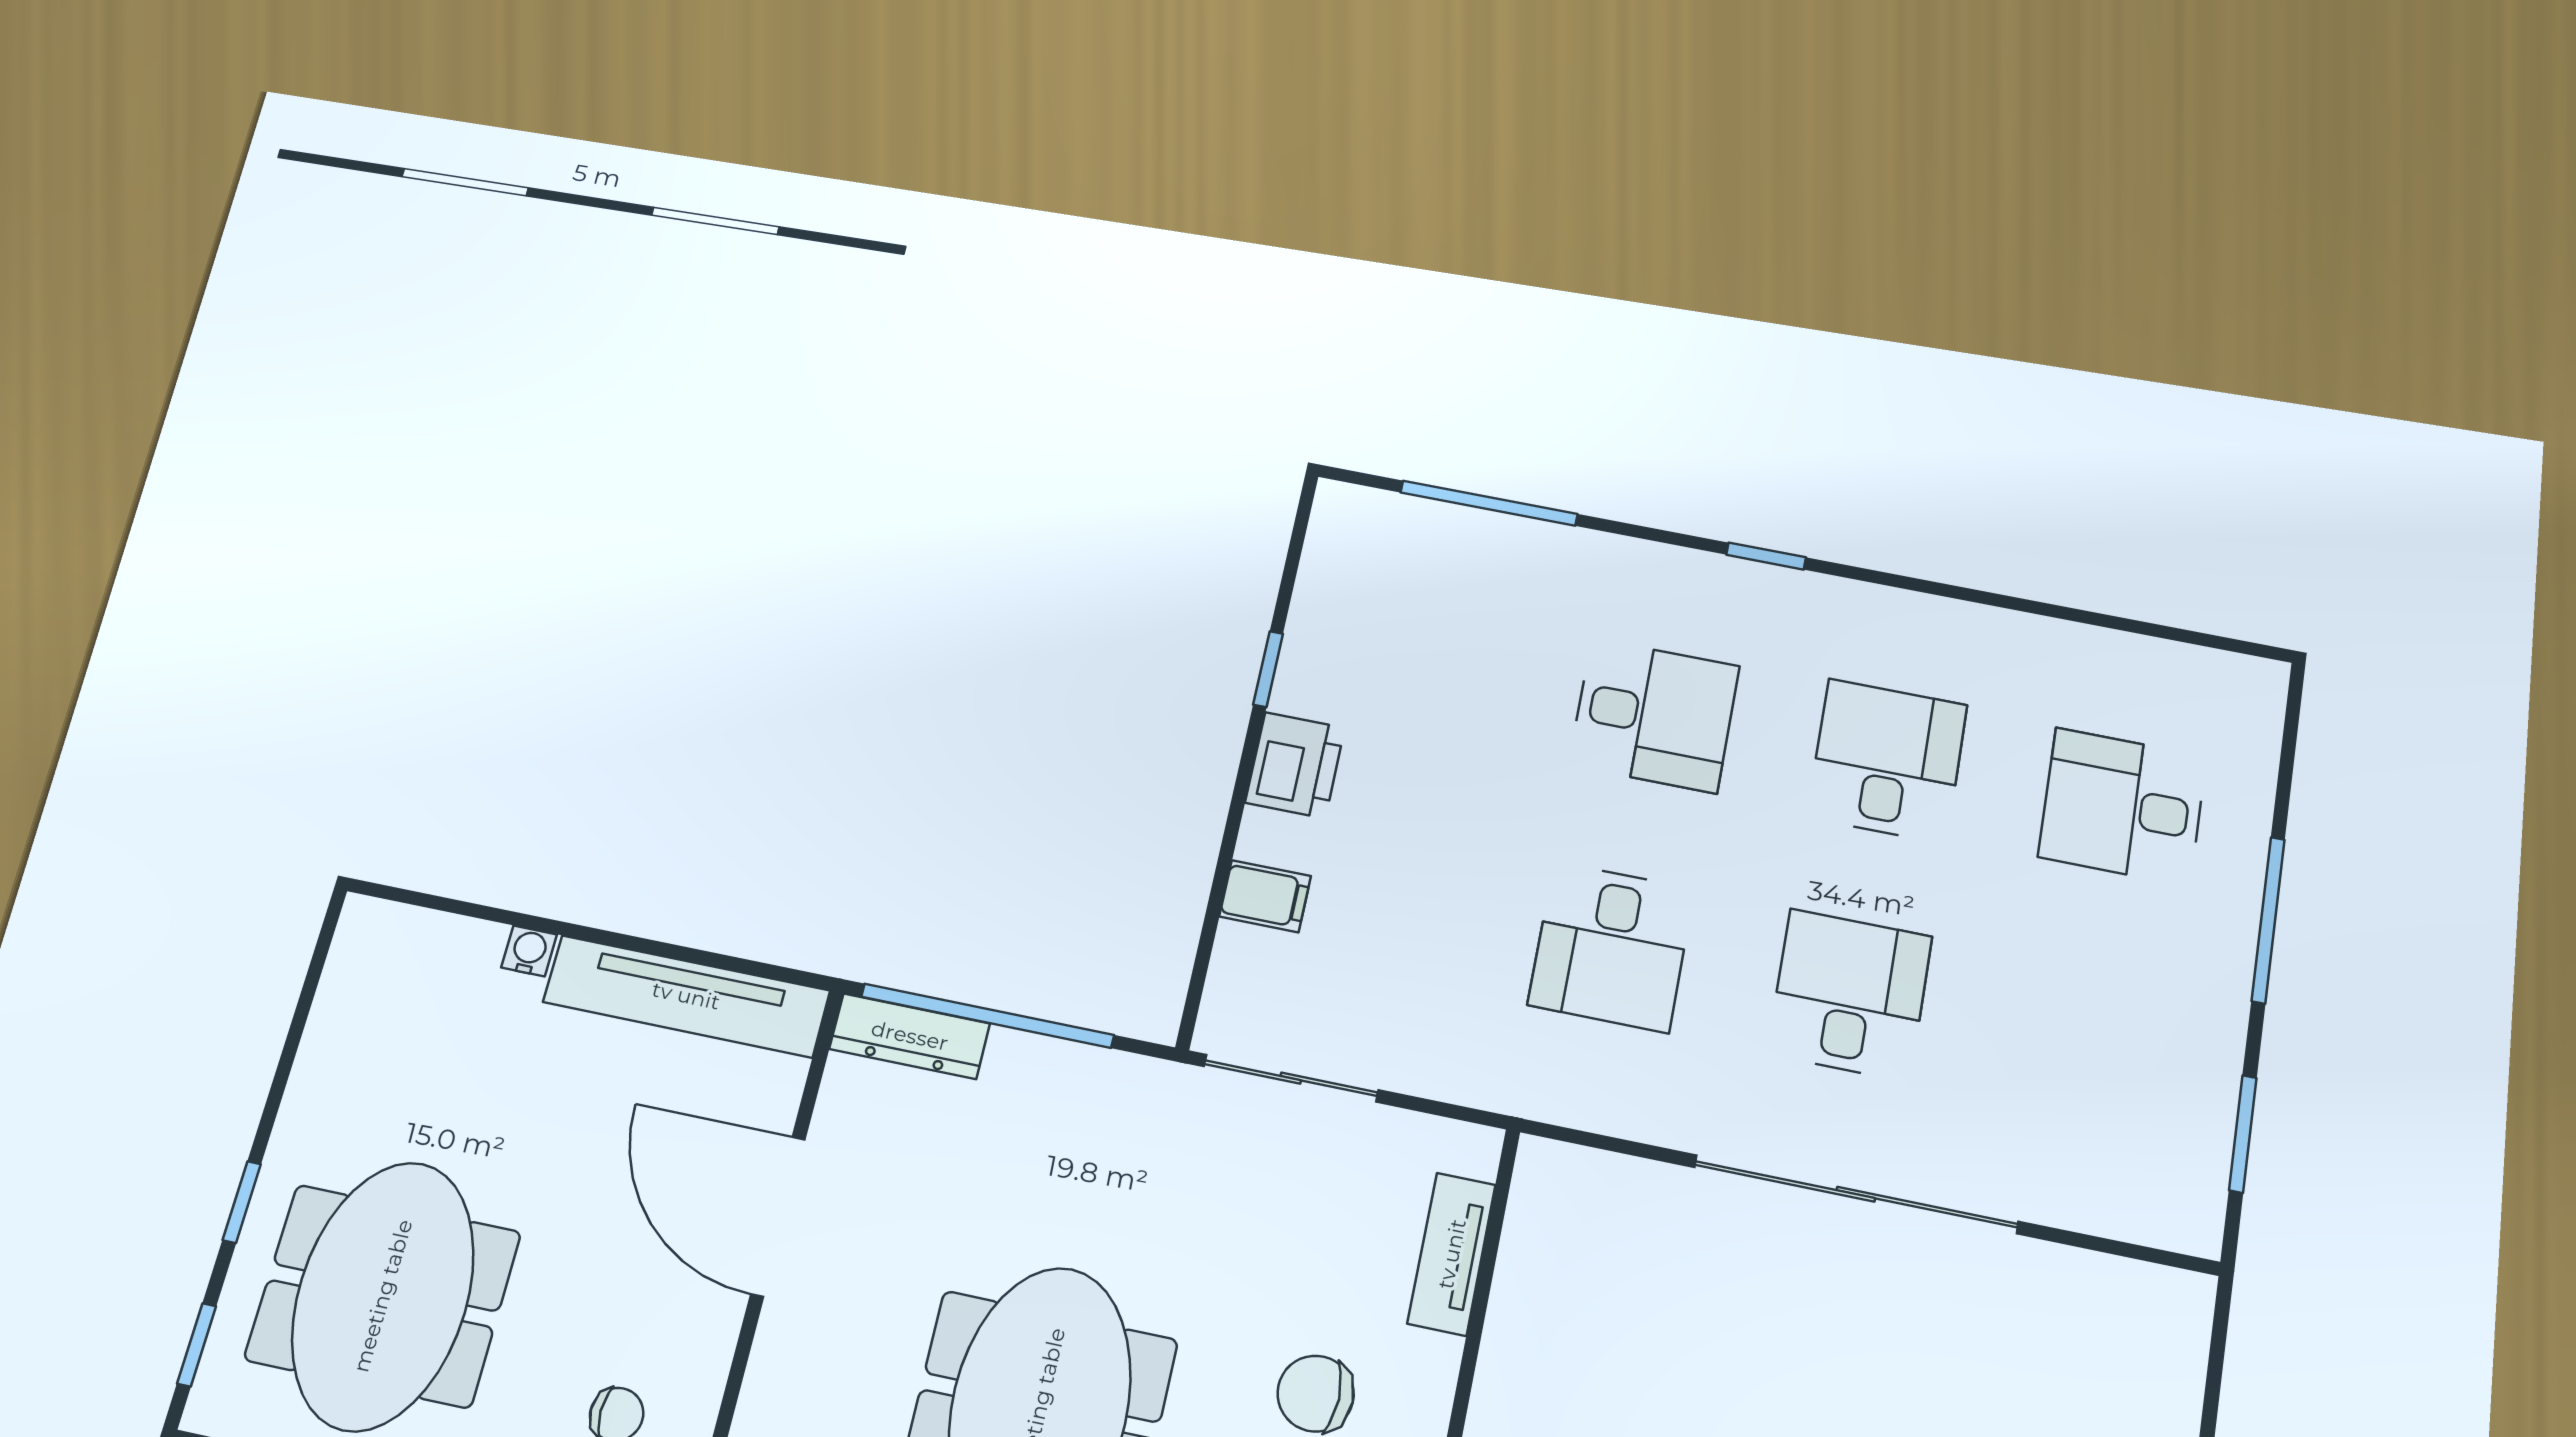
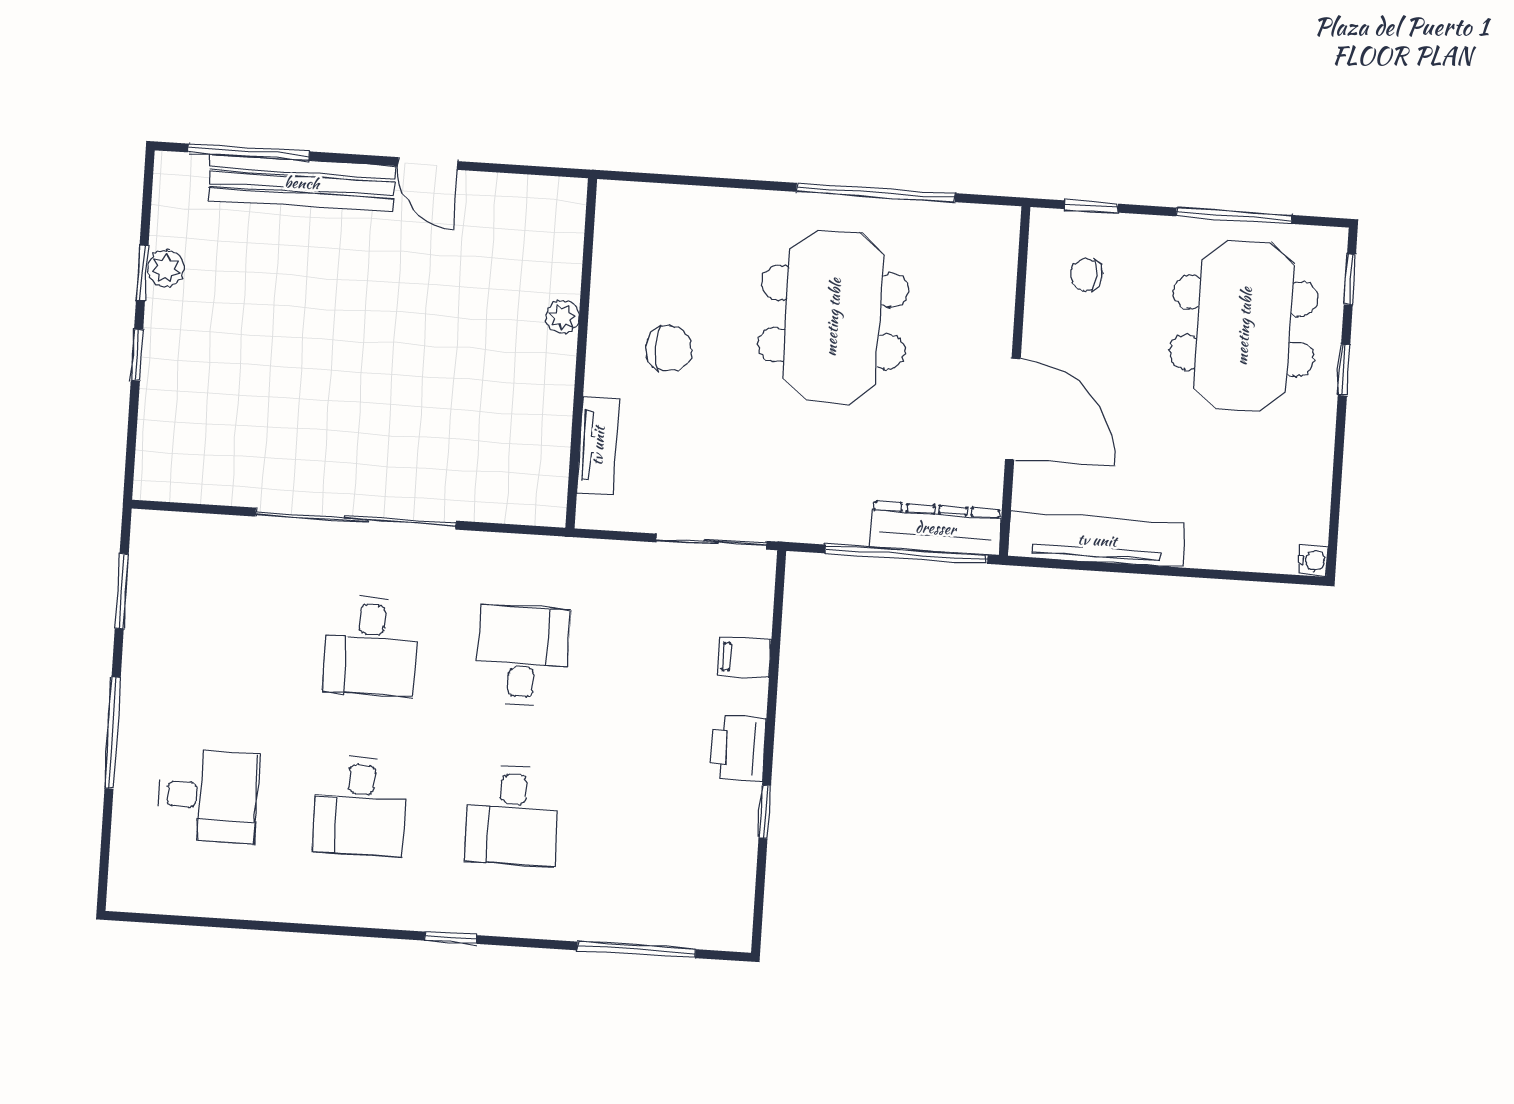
desk: (1654, 715) -> (512, 816), turned -90
water cooler: (529, 951) -> (1313, 560), moved, turned -90
dresser: (910, 1036) -> (936, 528), width x1.37, depth x1.24

